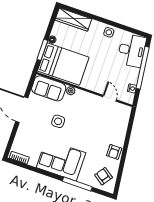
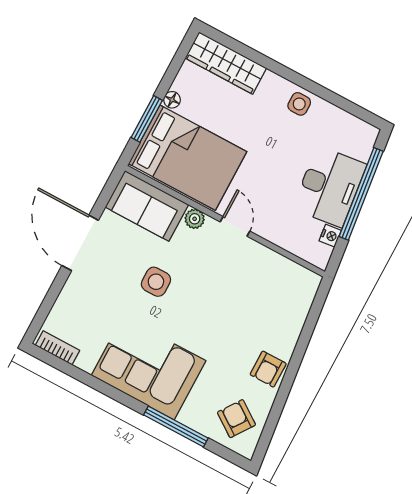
desk: (132, 50) -> (330, 187), moved
door: (110, 98) -> (235, 226), moved

